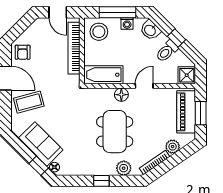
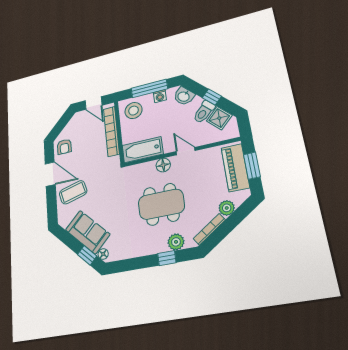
shower: (187, 75) -> (219, 118), moved, turned 45
door: (144, 86) -> (186, 151), hinge flipped
dining table: (115, 132) -> (161, 204), turned 90
window: (101, 181) -> (167, 258), moved

